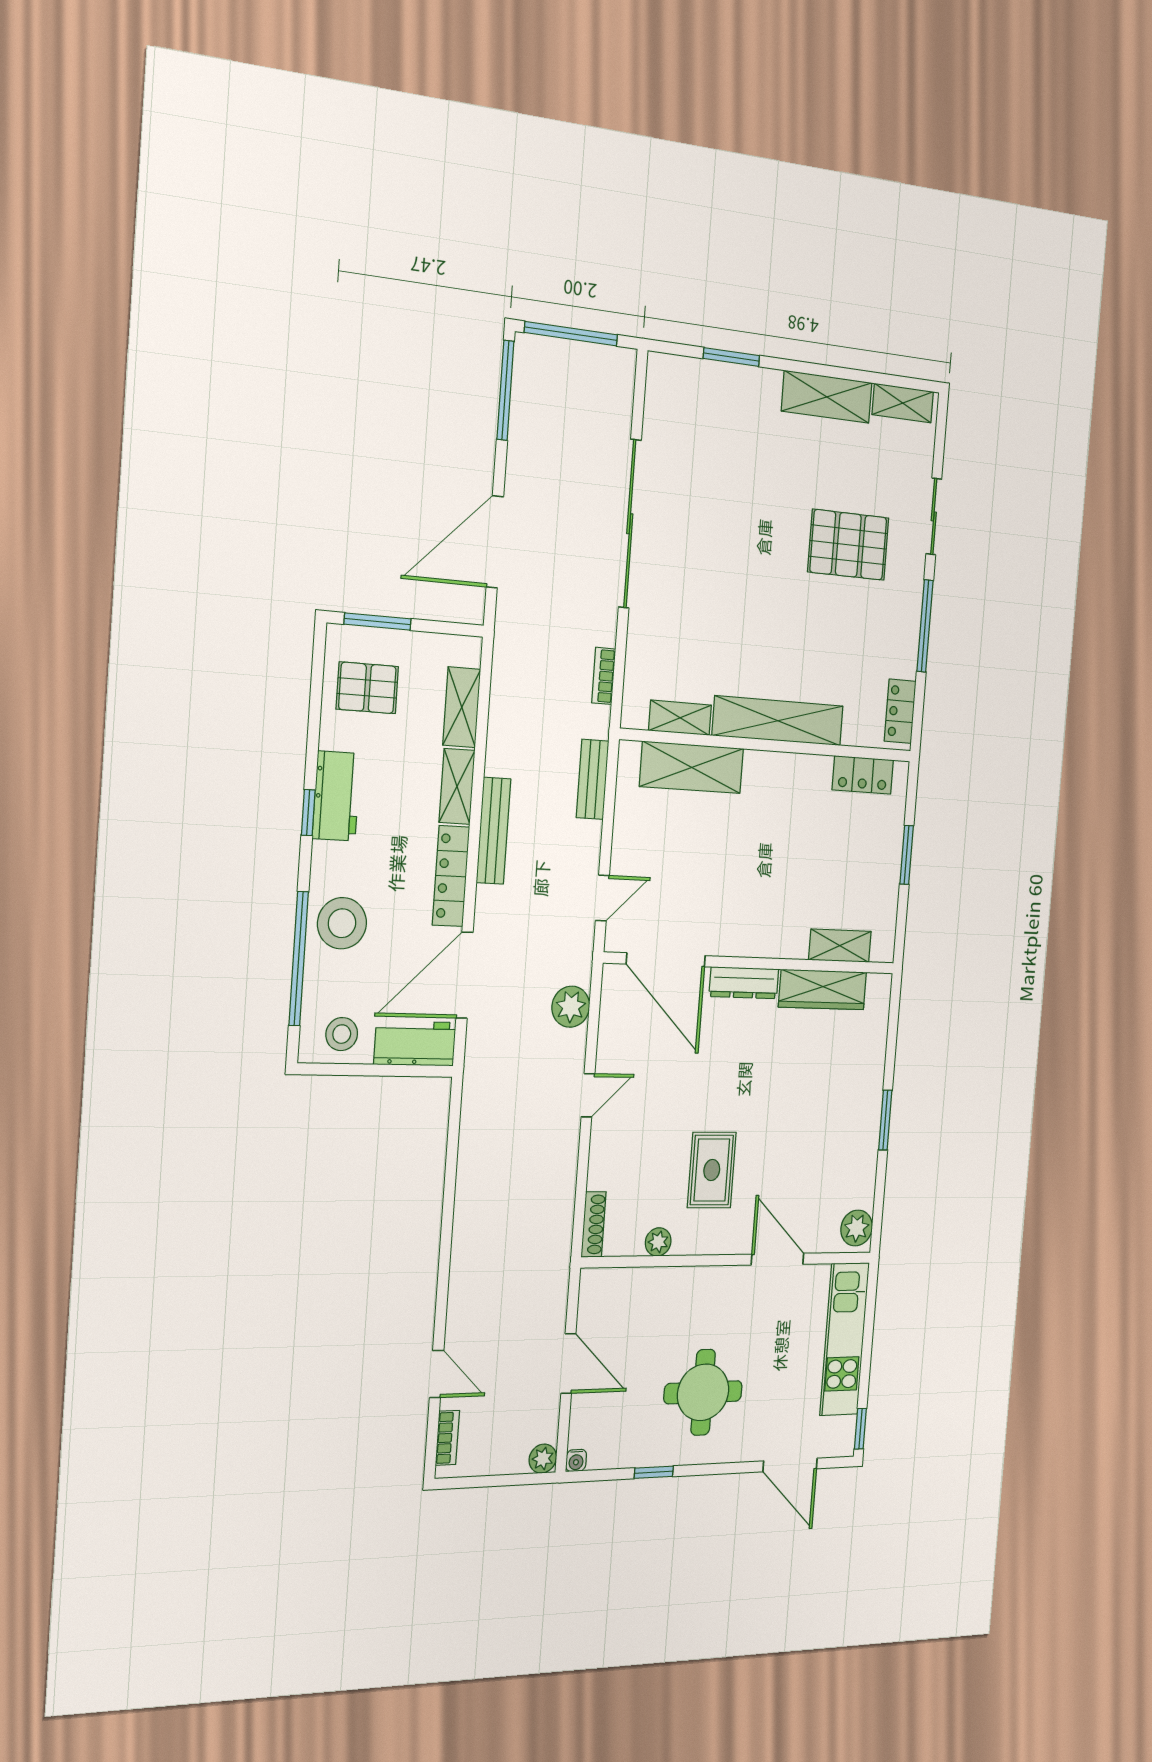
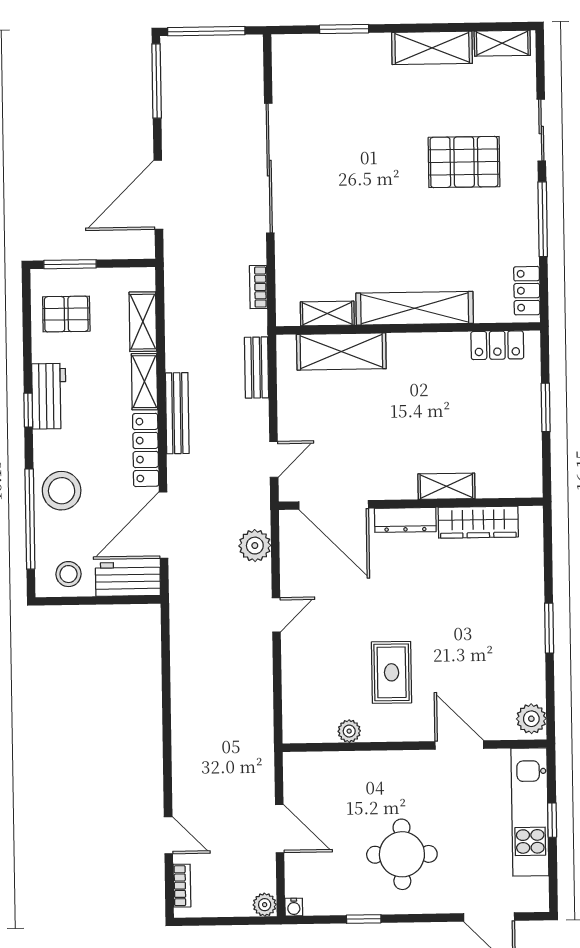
shelving: (840, 946) -> (446, 486), moved
shoe rack: (594, 1224) -> (291, 717), removed
window: (860, 1429) -> (552, 820), moved

